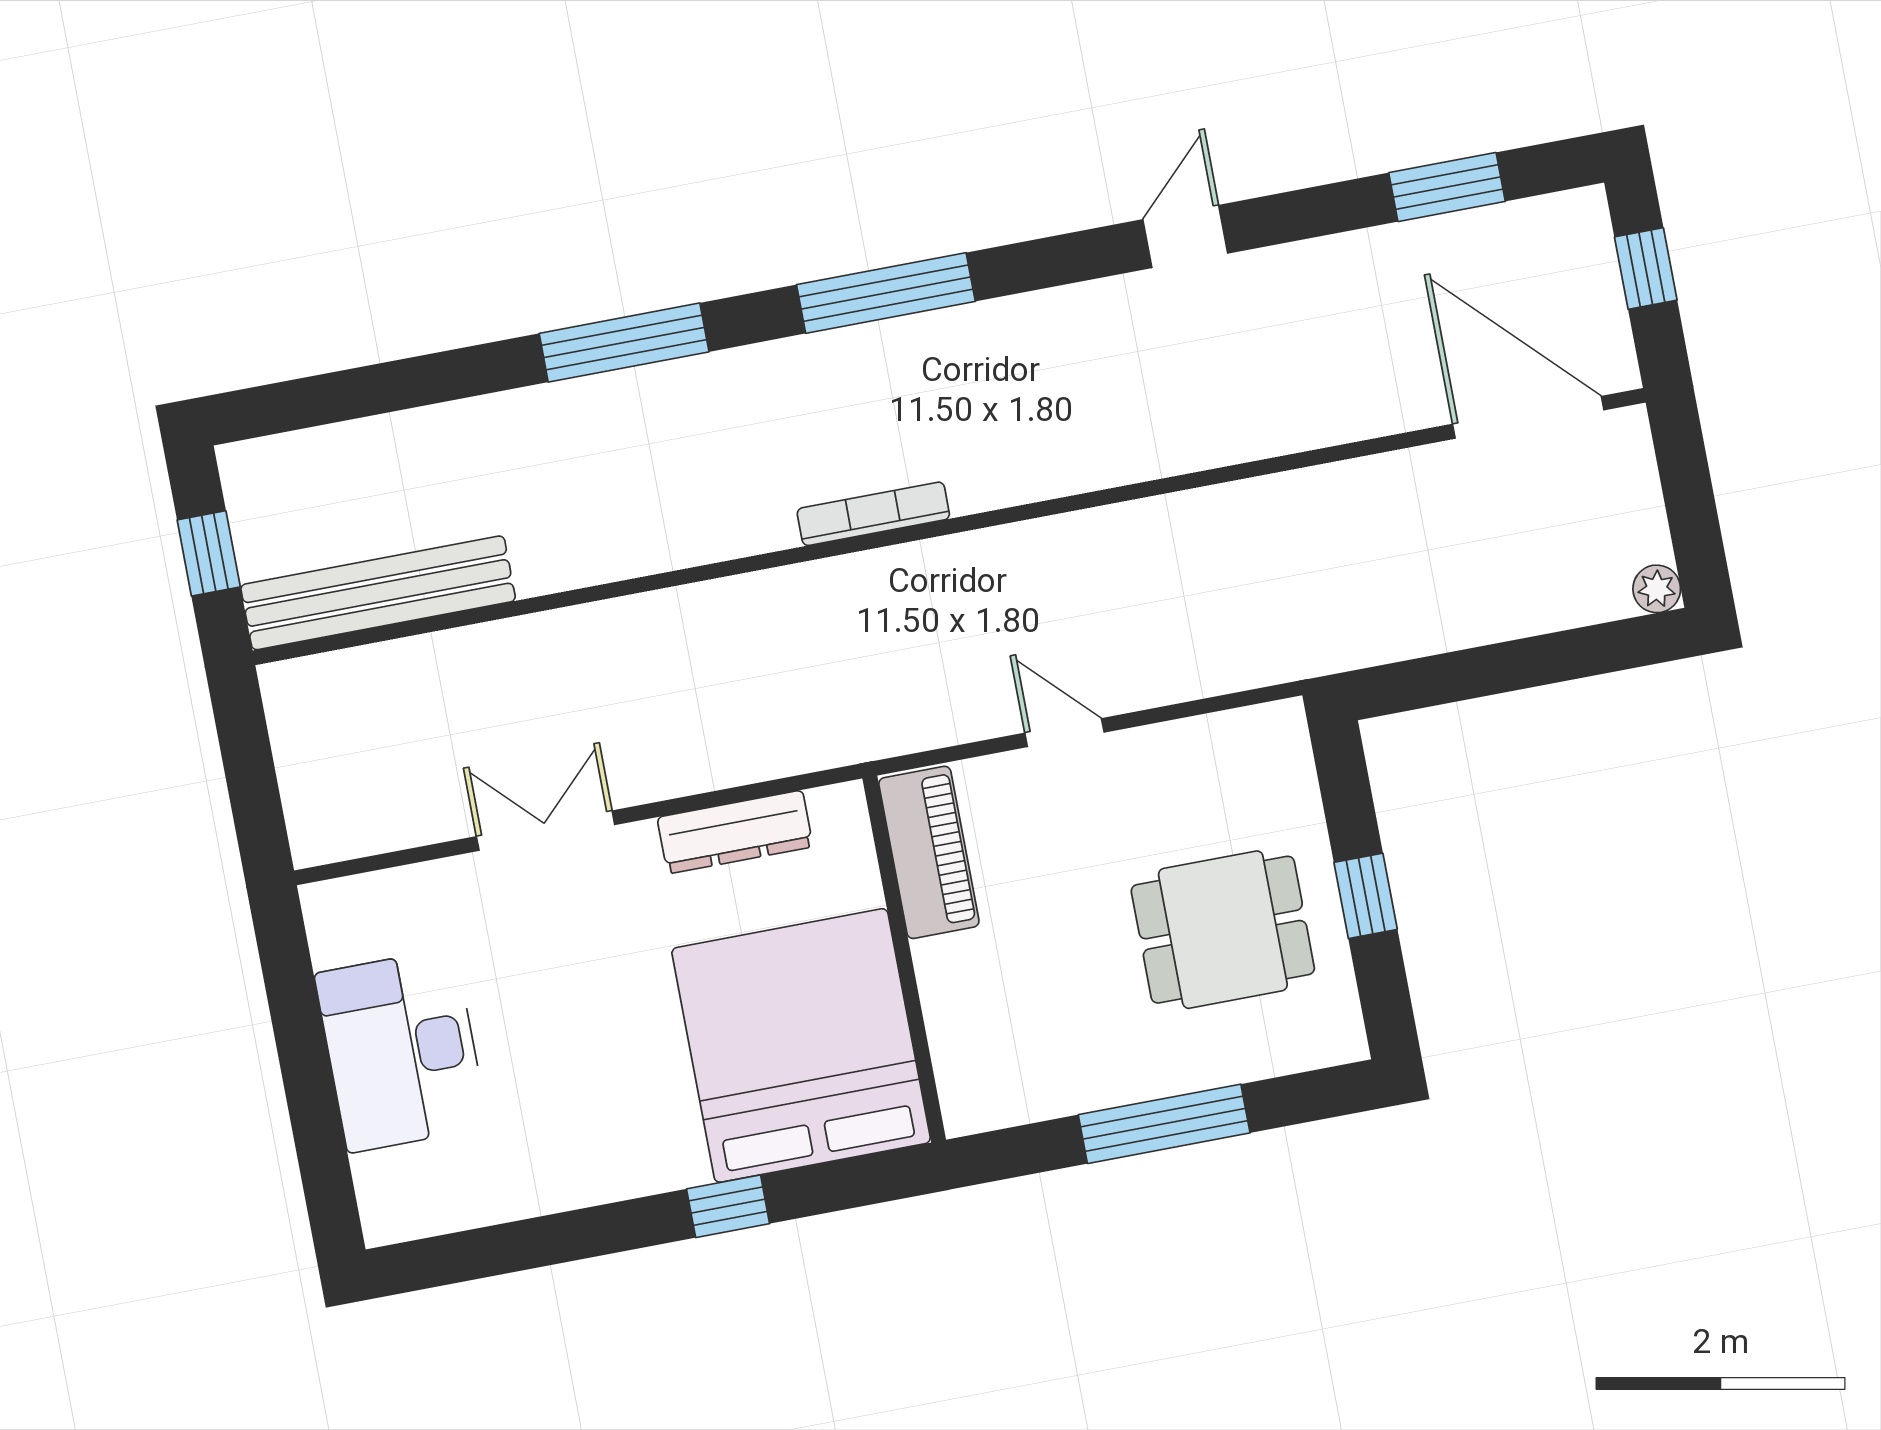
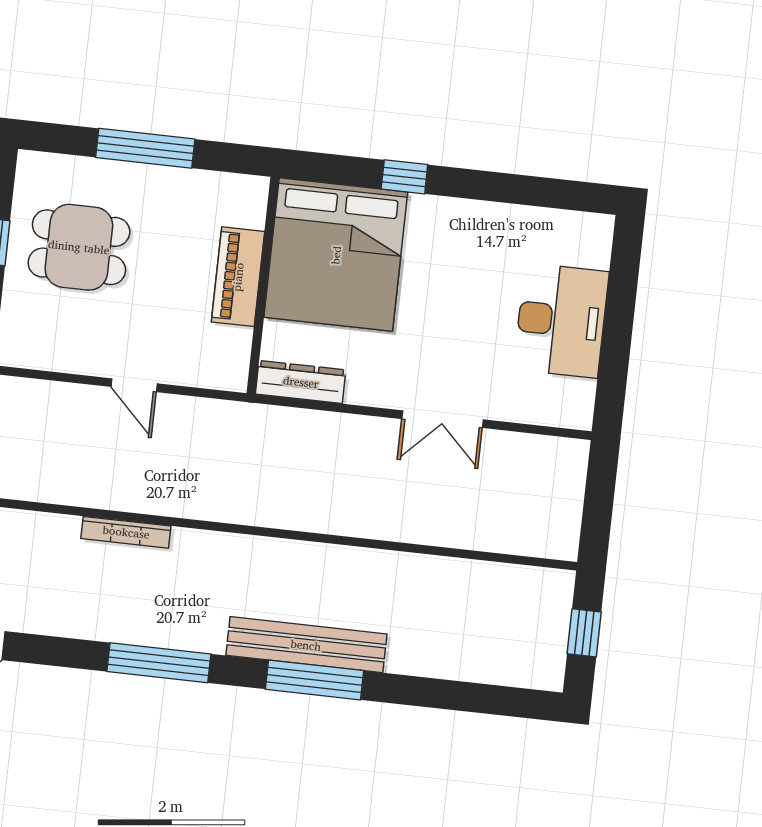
bookcase: (873, 514) -> (126, 532), moved
bench: (378, 593) -> (306, 645), moved
dresser: (735, 832) -> (301, 382), moved
piano: (929, 852) -> (238, 277), moved

